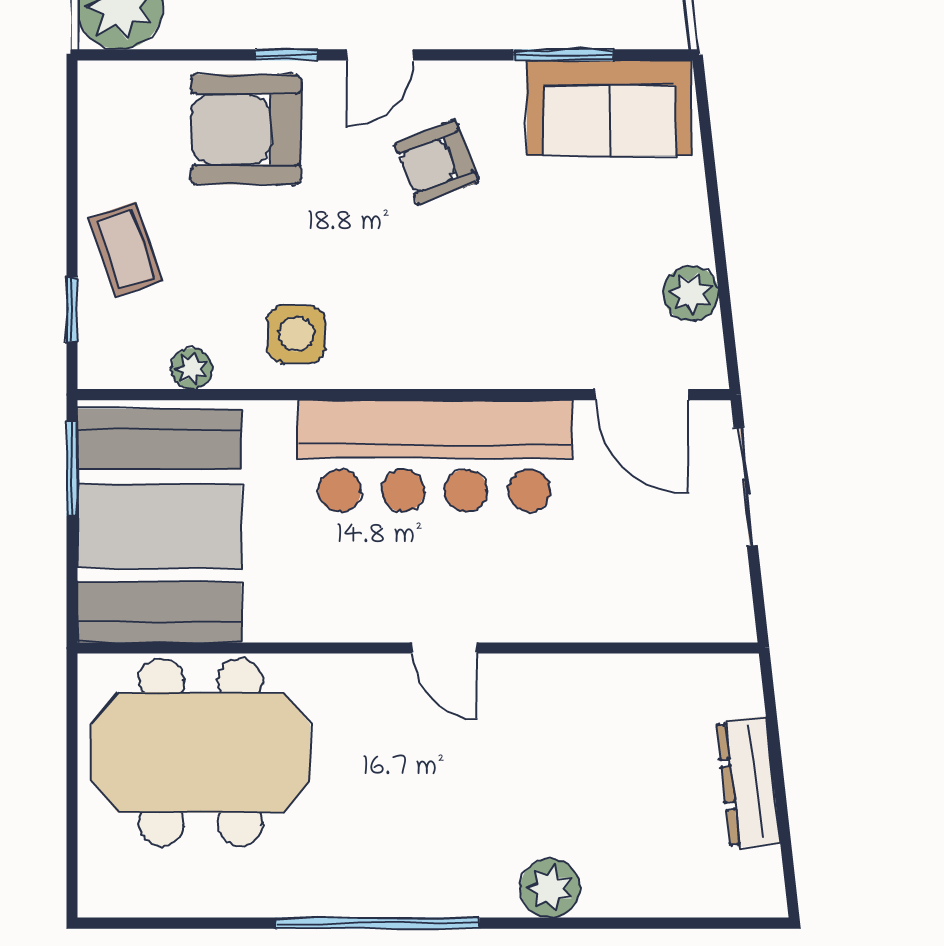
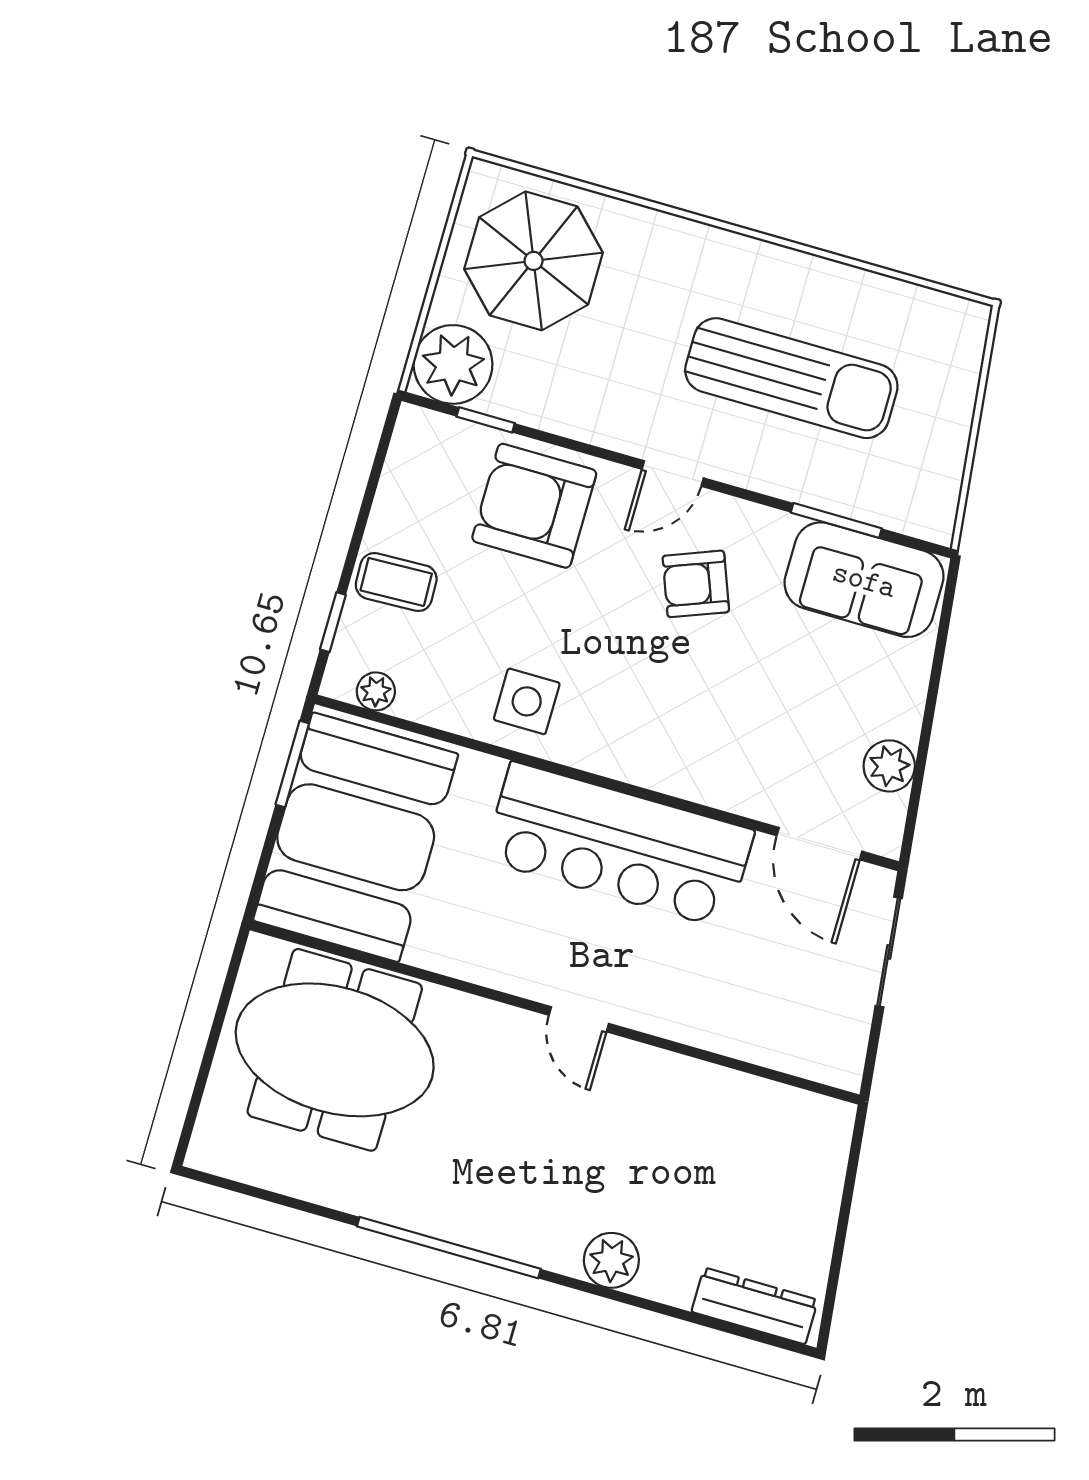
window: (287, 55) -> (486, 420), moved
coffee table: (126, 249) -> (396, 582), turned -73
plant: (191, 369) -> (376, 691), moved
dresser: (748, 782) -> (755, 1306), moved, turned 96

